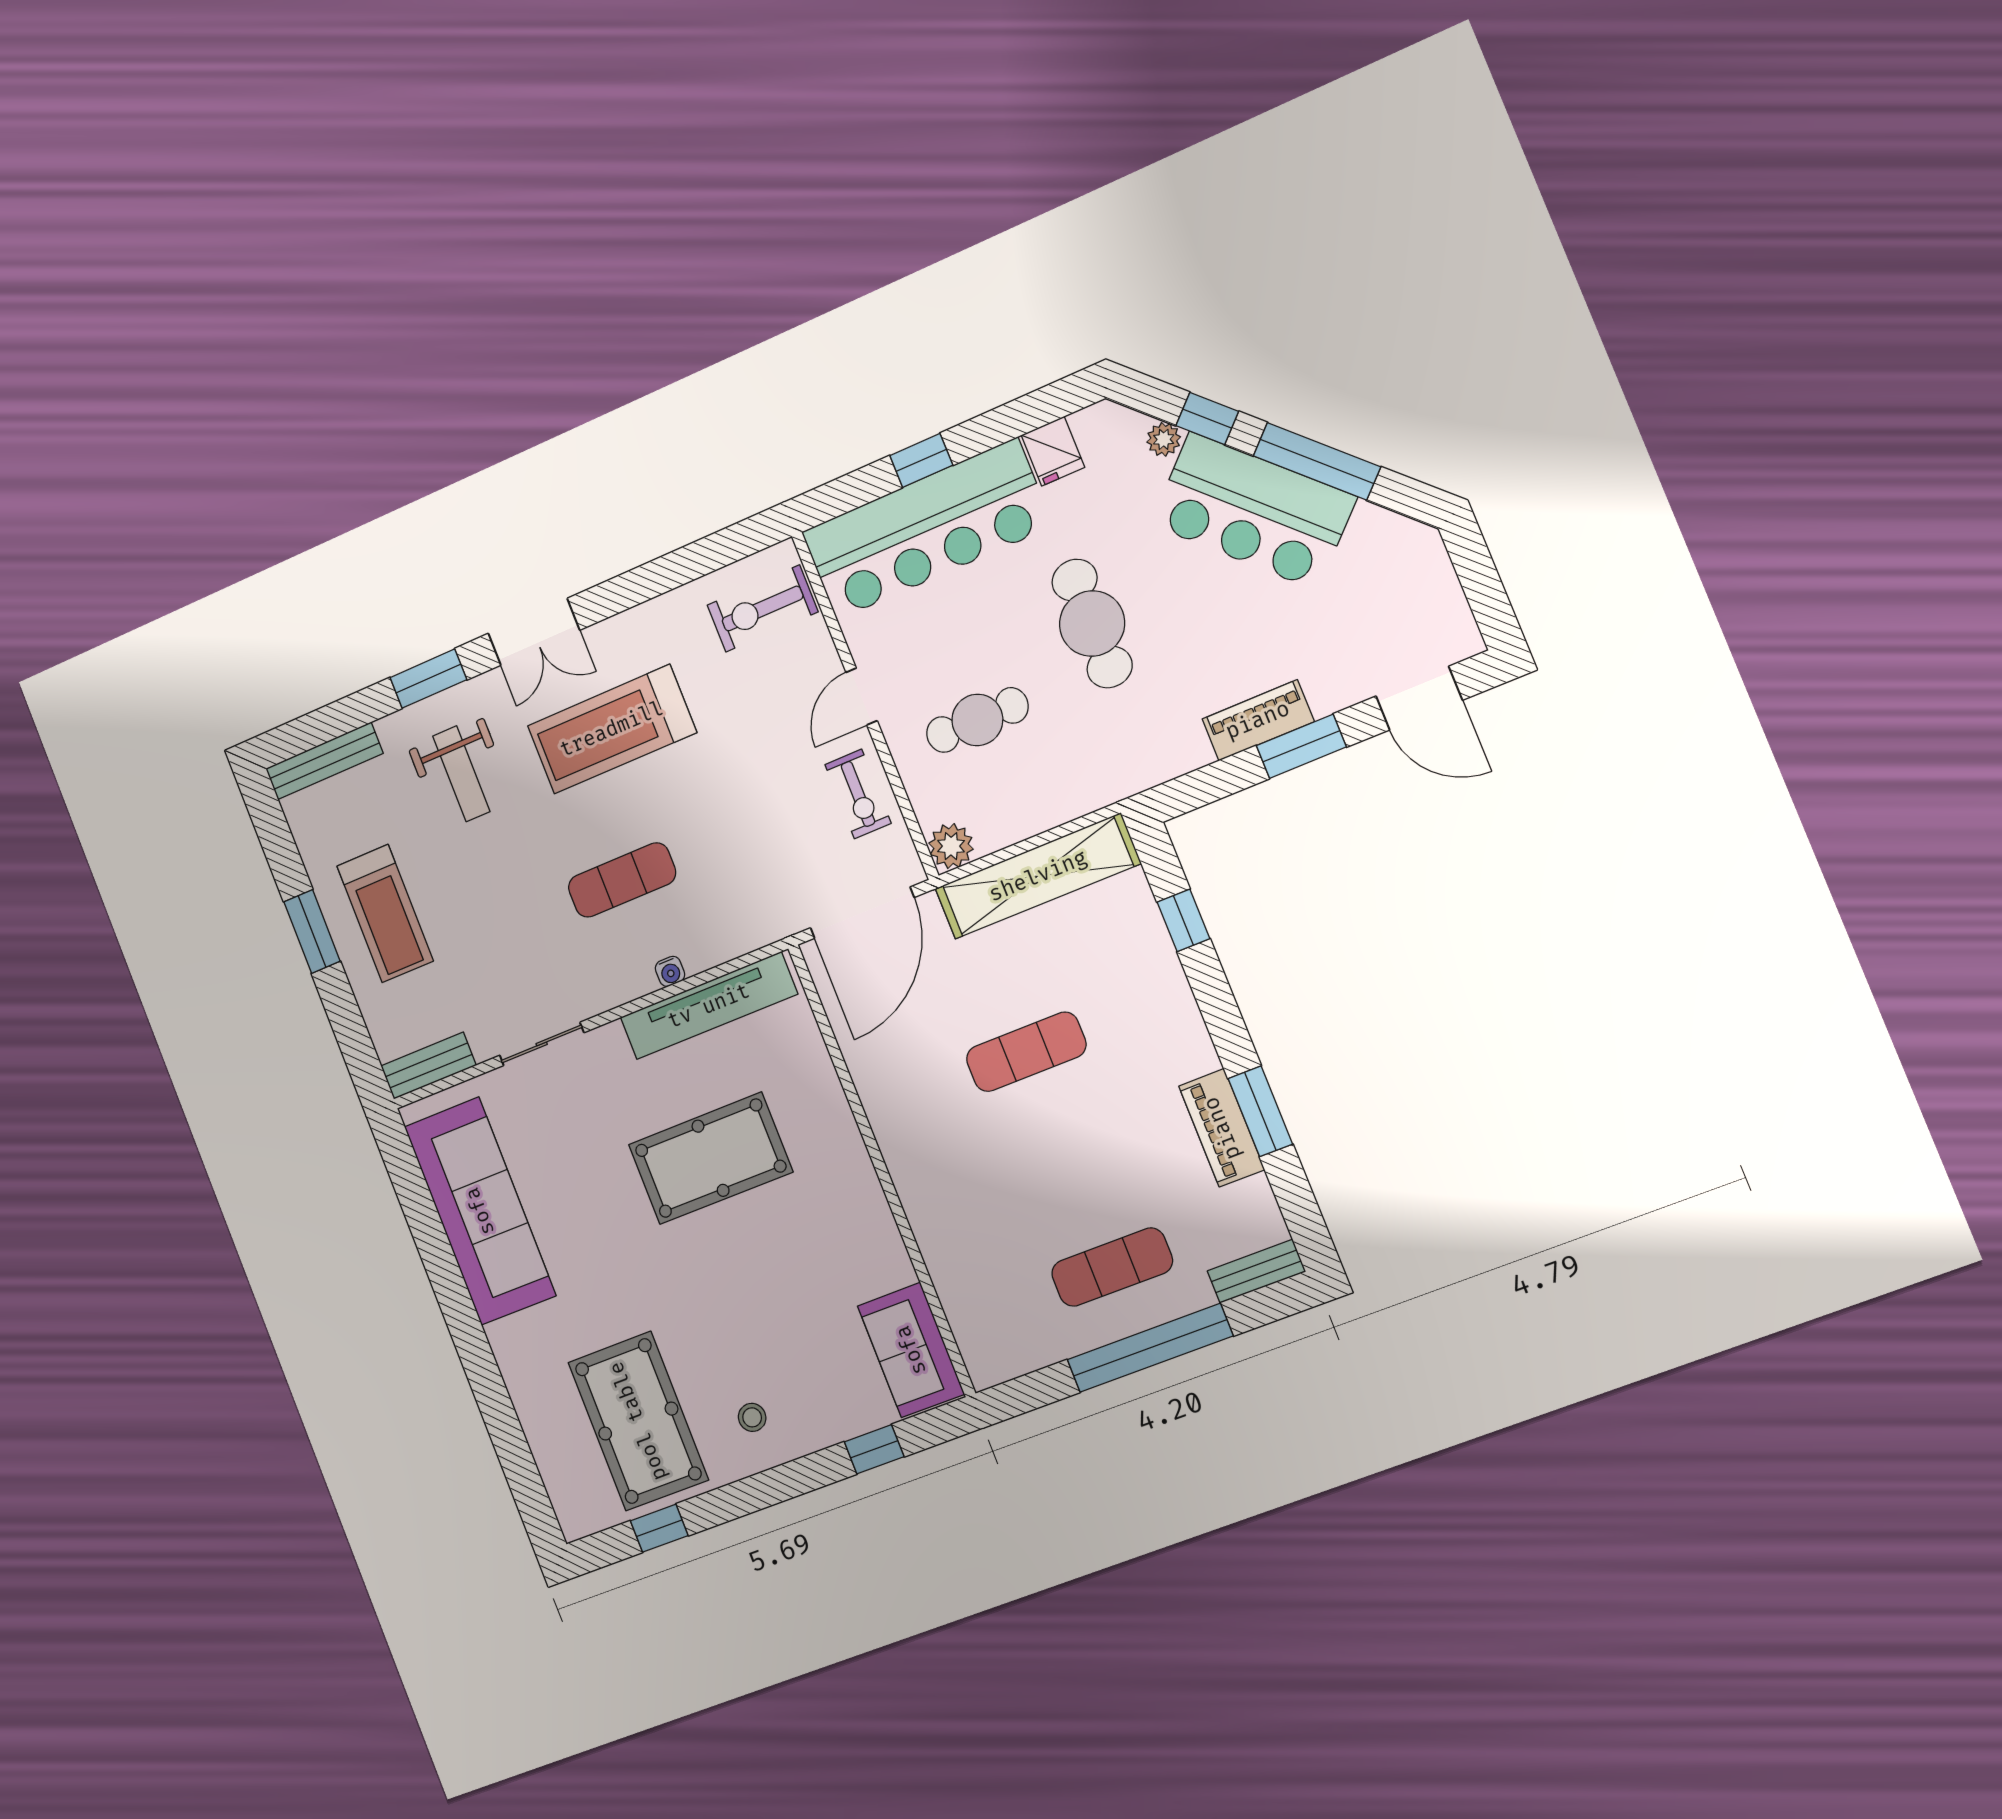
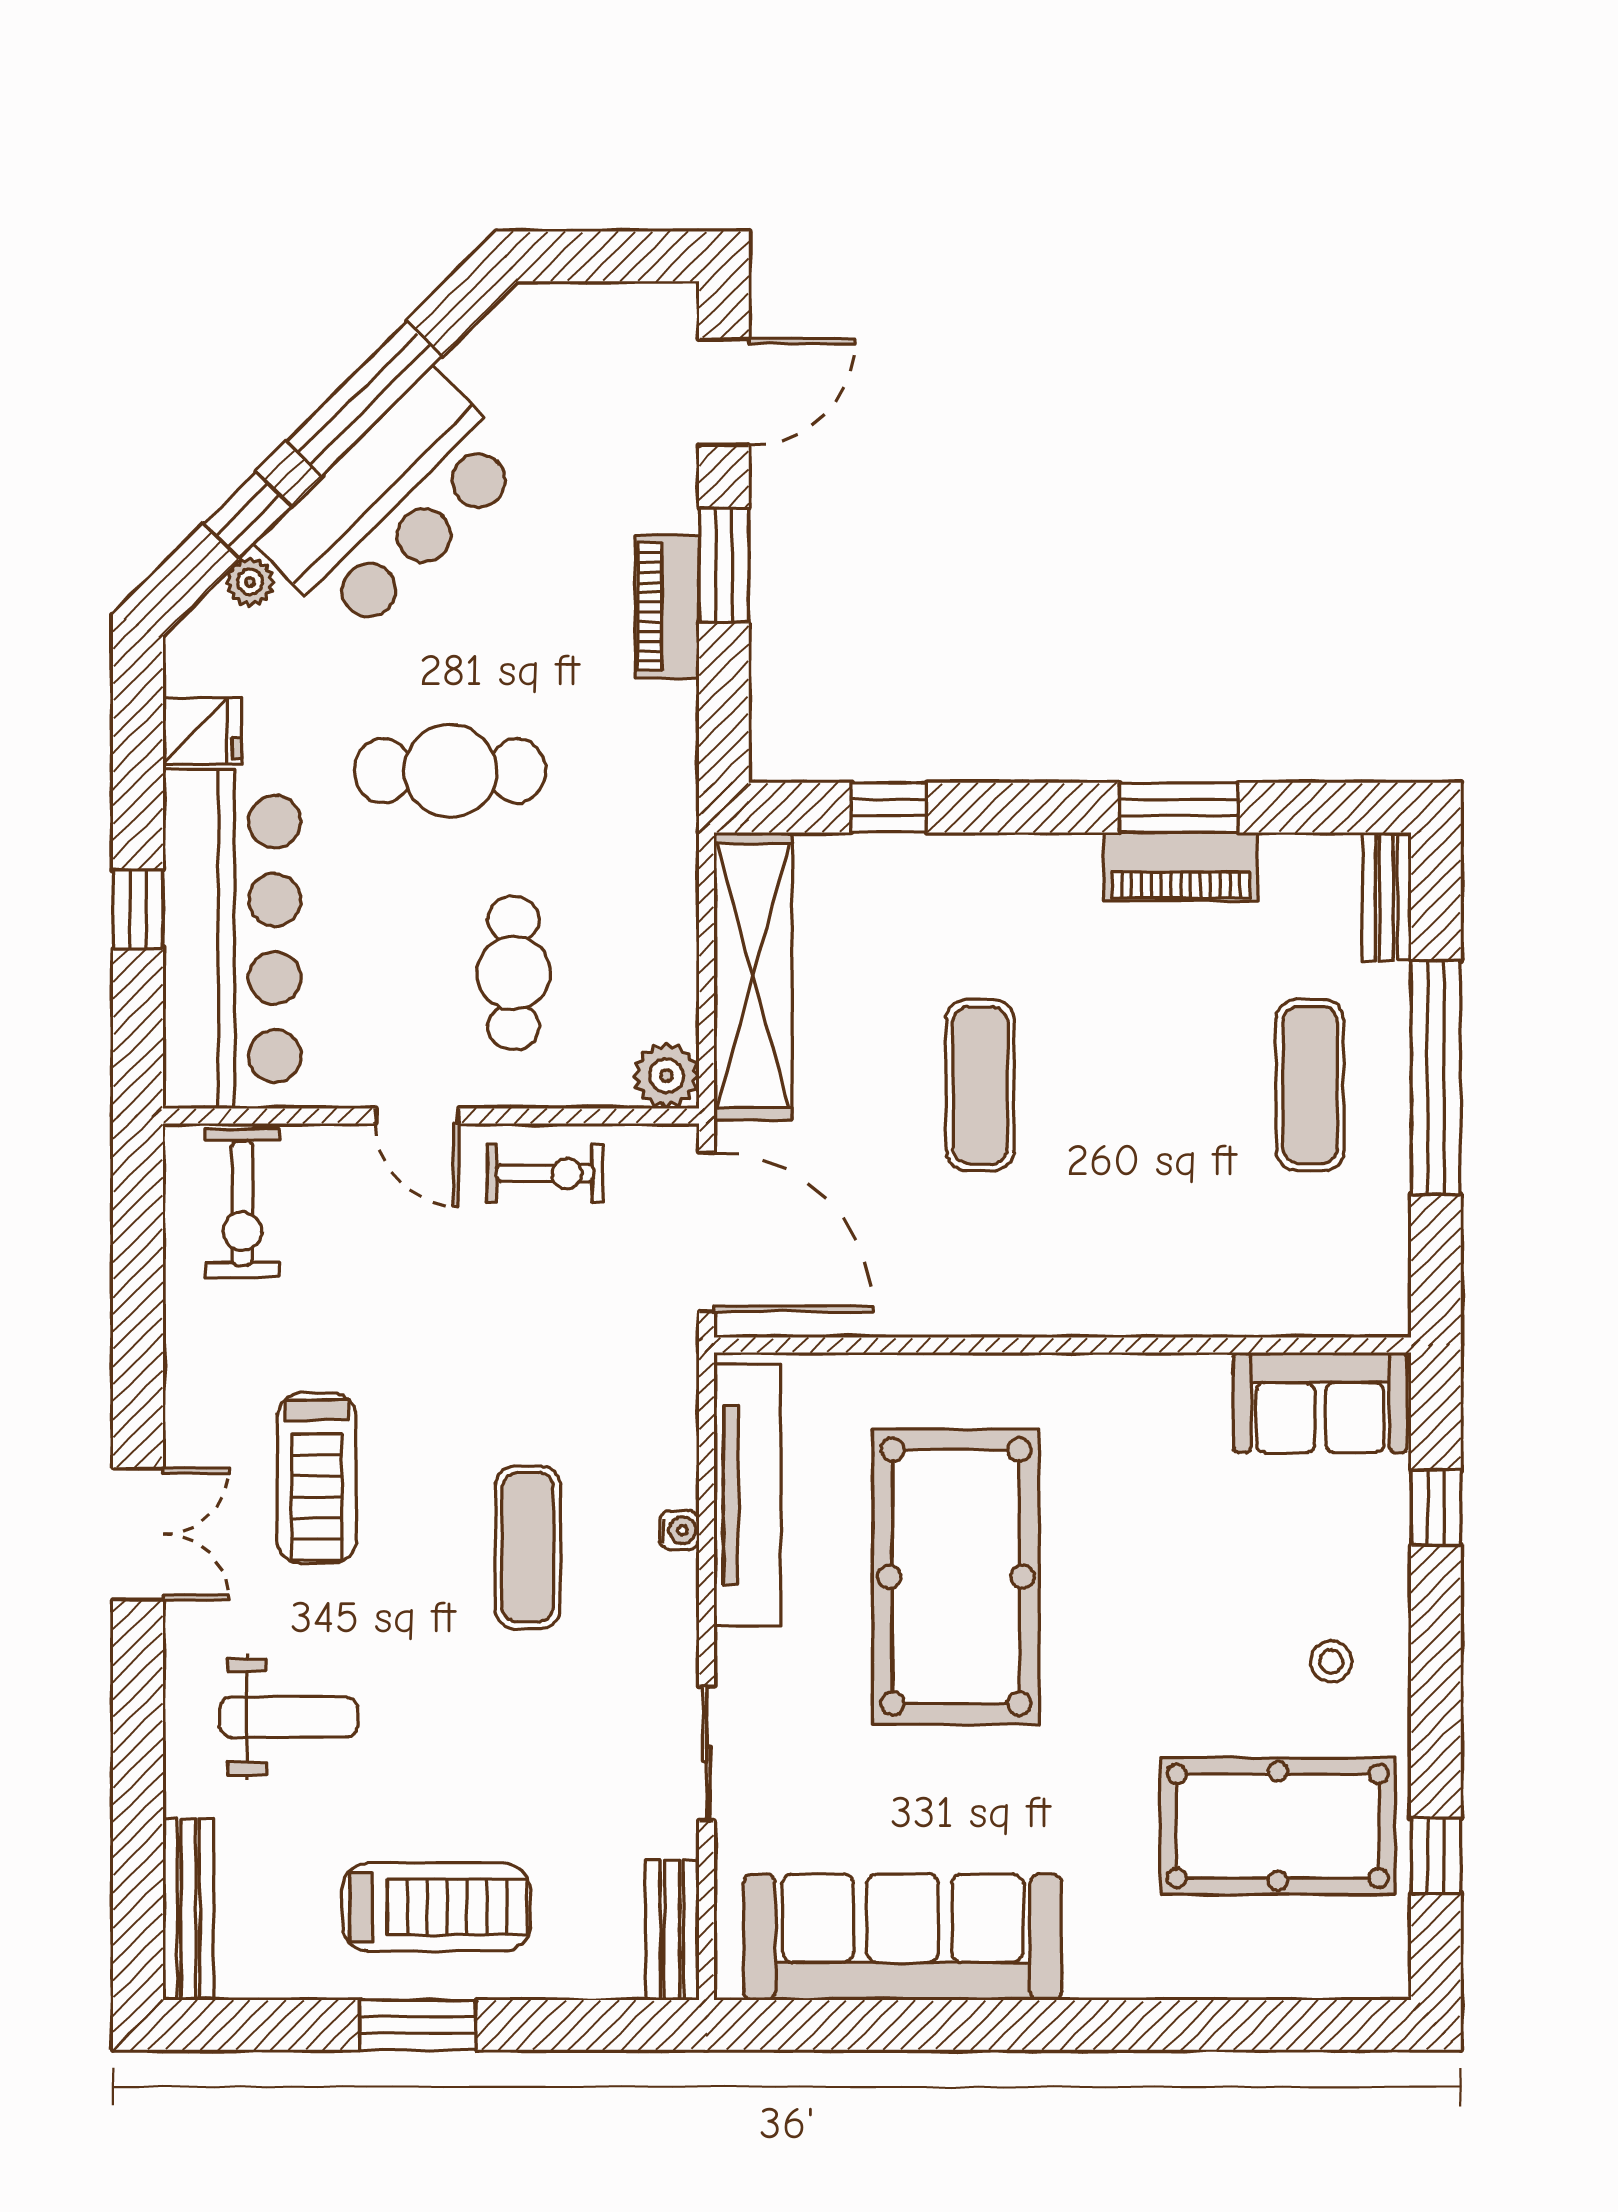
window: (428, 679) -> (138, 1711), removed
treadmill: (612, 729) -> (317, 1478), width x0.73, depth x0.73
pool table: (711, 1158) -> (956, 1577), width x1.36, depth x1.32

